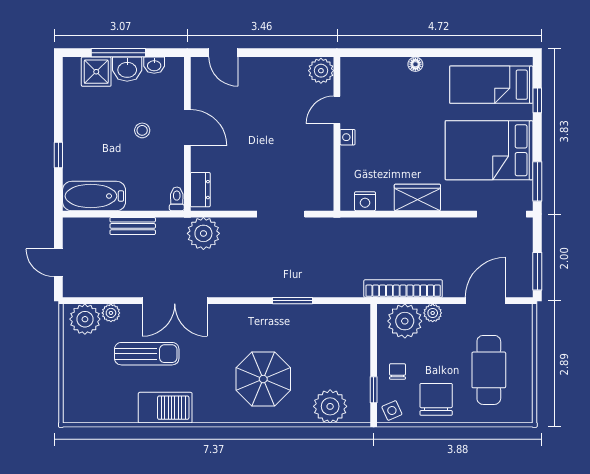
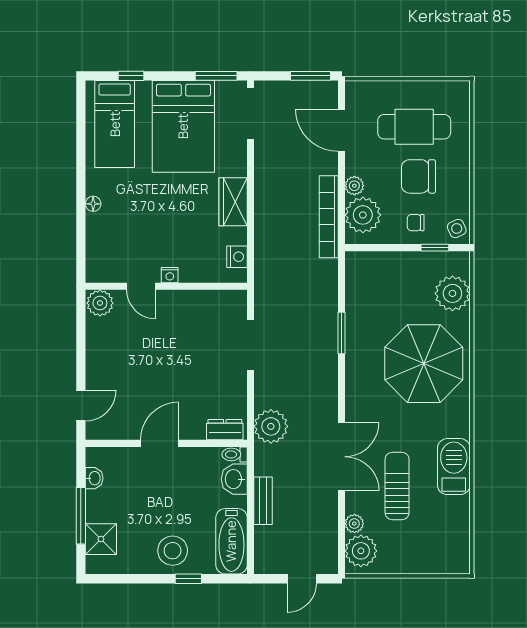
washbasin: (127, 69) -> (234, 479), moved, turned 180
stool: (142, 130) -> (173, 551), moved, width x1.89, depth x1.89
parasol: (263, 379) -> (424, 364), width x1.36, depth x1.36
chair: (436, 399) -> (418, 176), moved

